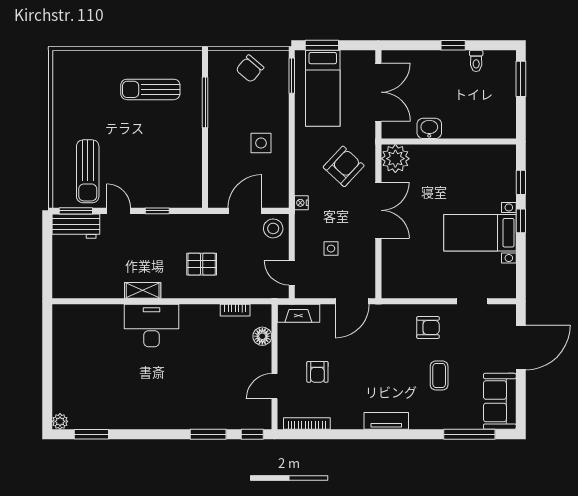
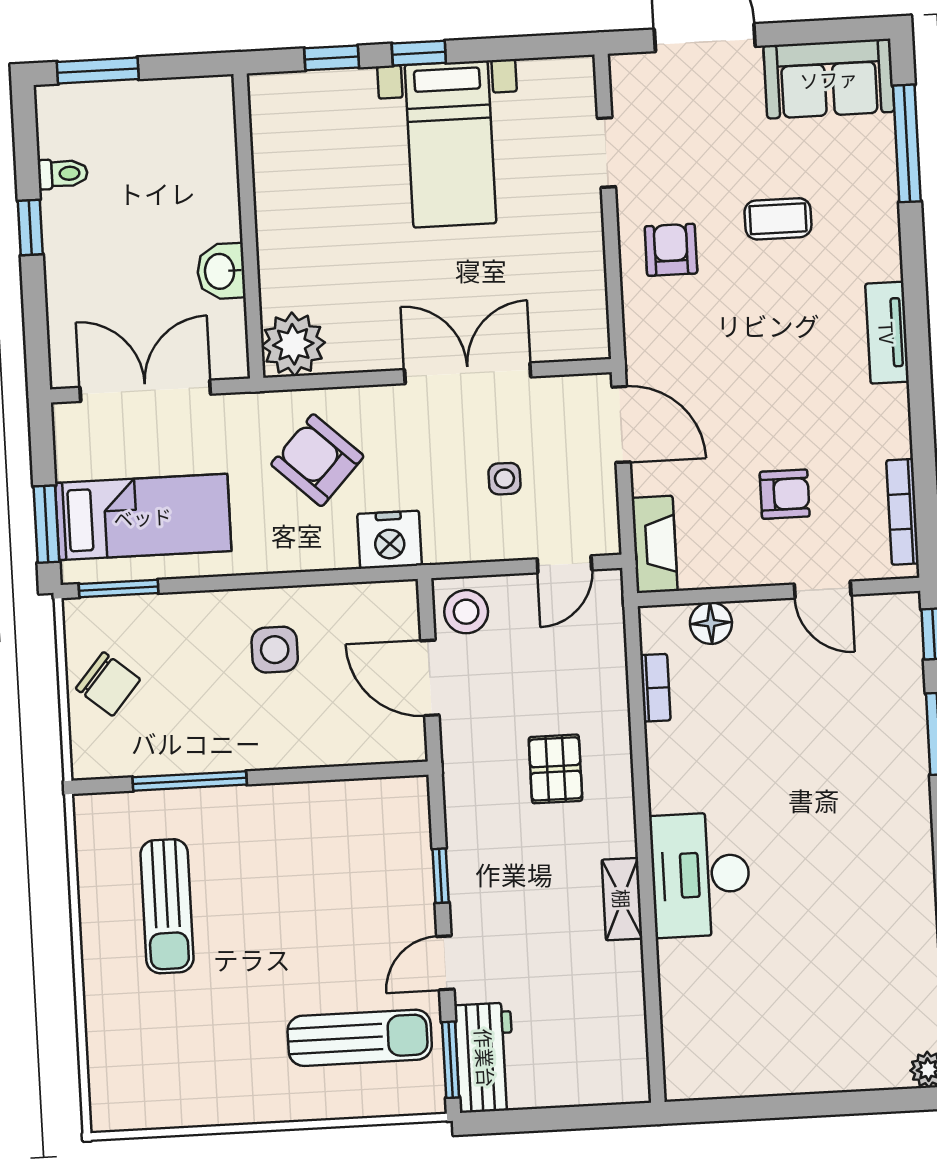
nightstand: (301, 203) -> (389, 540), width x1.89, depth x1.79
double door: (378, 210) -> (468, 373), moved

